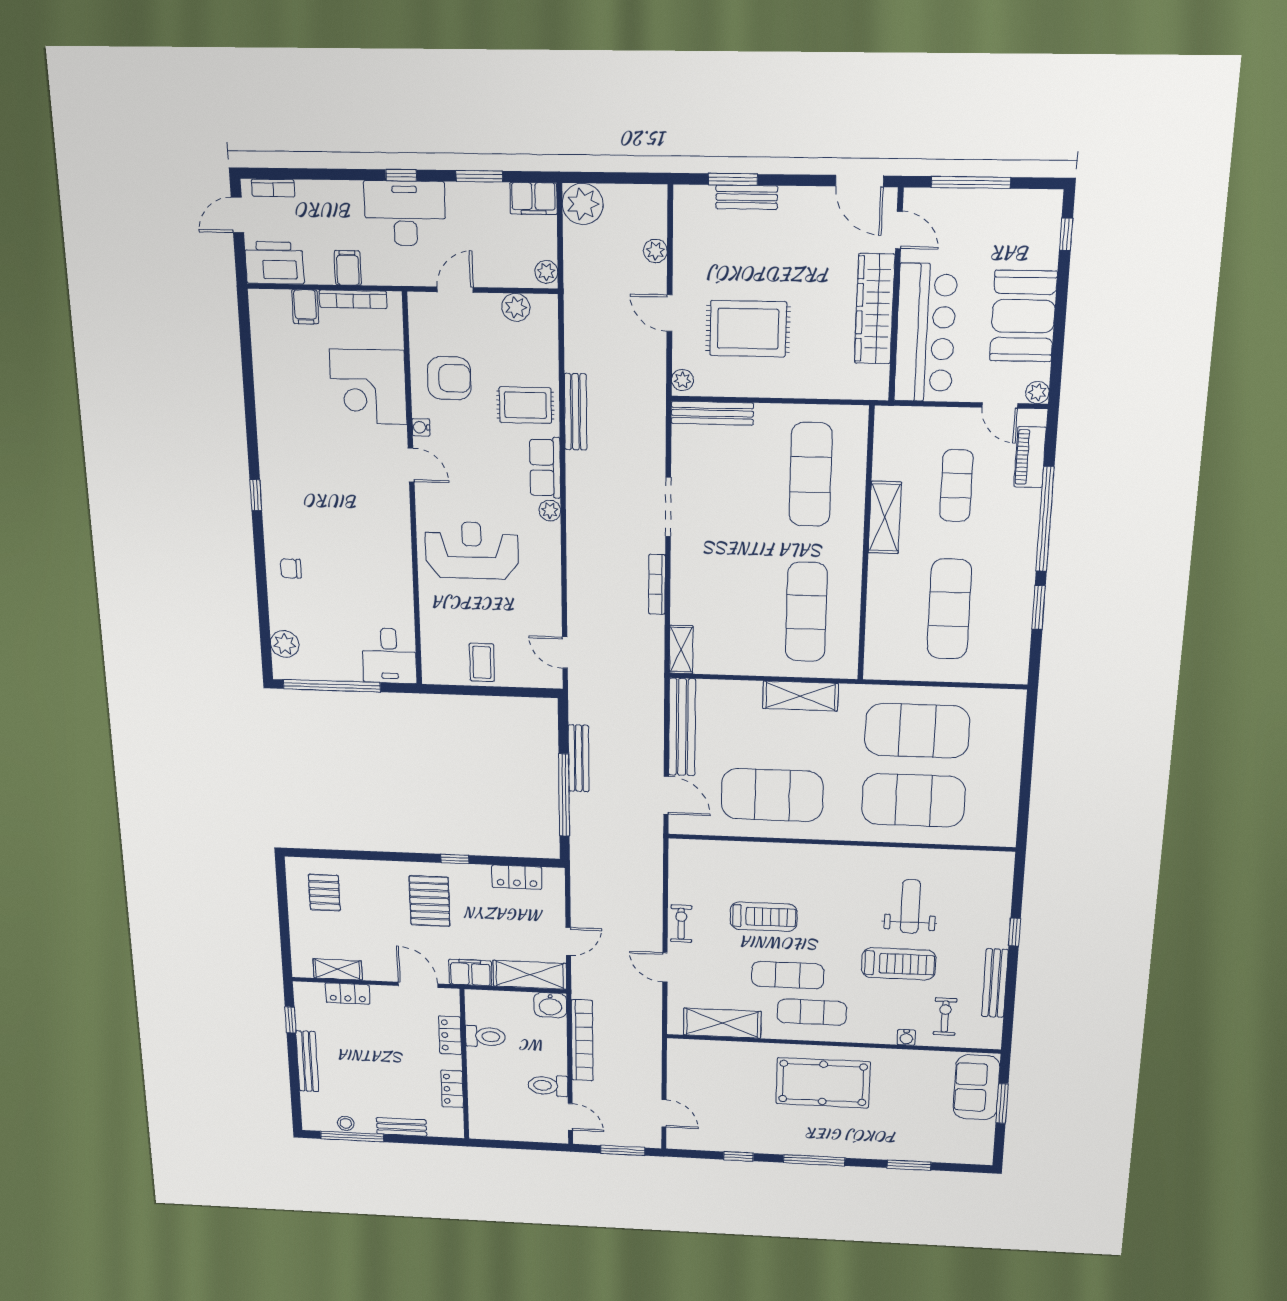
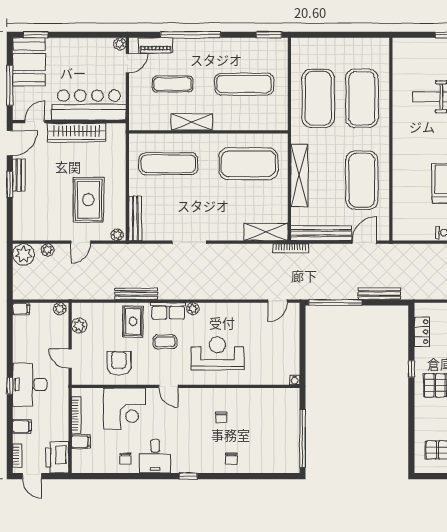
window: (479, 176) -> (10, 344), removed
window: (733, 179) -> (10, 184), moved
bench: (747, 197) -> (19, 175), moved
filing cabinet: (533, 199) -> (21, 309), width x0.50
plant: (583, 204) -> (24, 255), moved
window: (1066, 234) -> (36, 35), width x1.50
filing cabinet: (348, 268) -> (22, 426), moved, turned 180
booth: (1023, 316) -> (29, 62), moved, turned 90
chair: (280, 387) -> (125, 459), added
water cooler: (421, 427) -> (295, 380), moved
door: (411, 465) -> (168, 386), swing flipped
reception desk: (472, 550) -> (217, 353), turned 90
chair: (361, 554) -> (221, 417), added
bookcase: (657, 584) -> (291, 248), moved
window: (1039, 607) -> (269, 35), moved
exercise mat: (806, 612) -> (248, 164), width x1.47
plant: (285, 644) -> (277, 465), removed
shelving: (681, 650) -> (266, 232), width x1.50, depth x1.33
desk: (389, 656) -> (155, 456), moved, turned 90
coffee table: (482, 662) -> (165, 342), moved
shelving: (800, 696) -> (299, 175), width x1.47
bench: (579, 758) -> (379, 294), moved
window: (564, 795) -> (335, 303), moved

